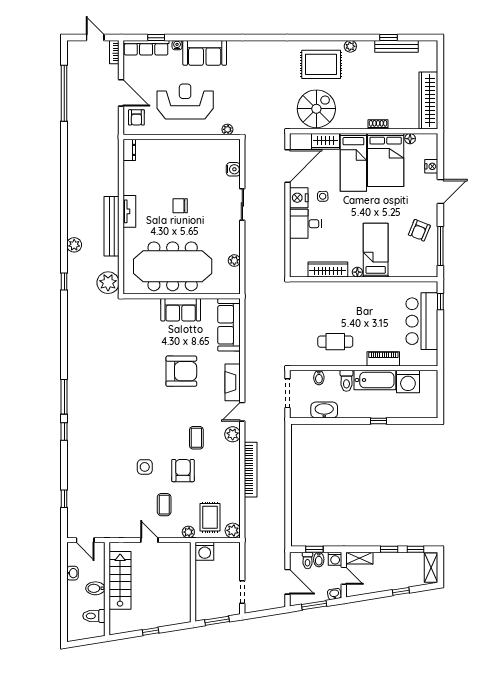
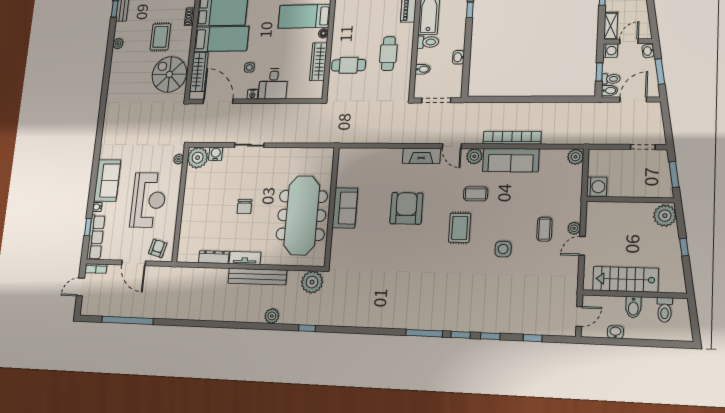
rug: (321, 64) -> (160, 37), moved, width x0.73, depth x0.70
door: (121, 93) -> (134, 263), swing flipped
reception desk: (185, 101) -> (148, 200), turned 180
armchair: (136, 117) -> (158, 248), turned -75
wardrobe: (325, 141) -> (199, 72), width x1.50
dresser: (129, 150) -> (214, 257), moved, width x1.44
nightstand: (299, 198) -> (252, 94), width x0.53, depth x0.56
plant: (234, 261) -> (198, 158), moved, width x1.87, depth x1.87
cafe table: (324, 301) -> (349, 65), added
sofa: (229, 325) -> (511, 160), moved
washbasin: (324, 410) -> (458, 57), width x0.52, depth x0.69
window: (64, 459) -> (490, 336), added
armchair: (183, 471) -> (509, 208), removed
coffee table: (164, 505) -> (544, 229), turned 90
rug: (210, 517) -> (460, 228), moved, turned 90
plant: (188, 532) -> (574, 228), moved
bidet: (319, 559) -> (609, 91), moved
plant: (179, 614) -> (665, 216), added

